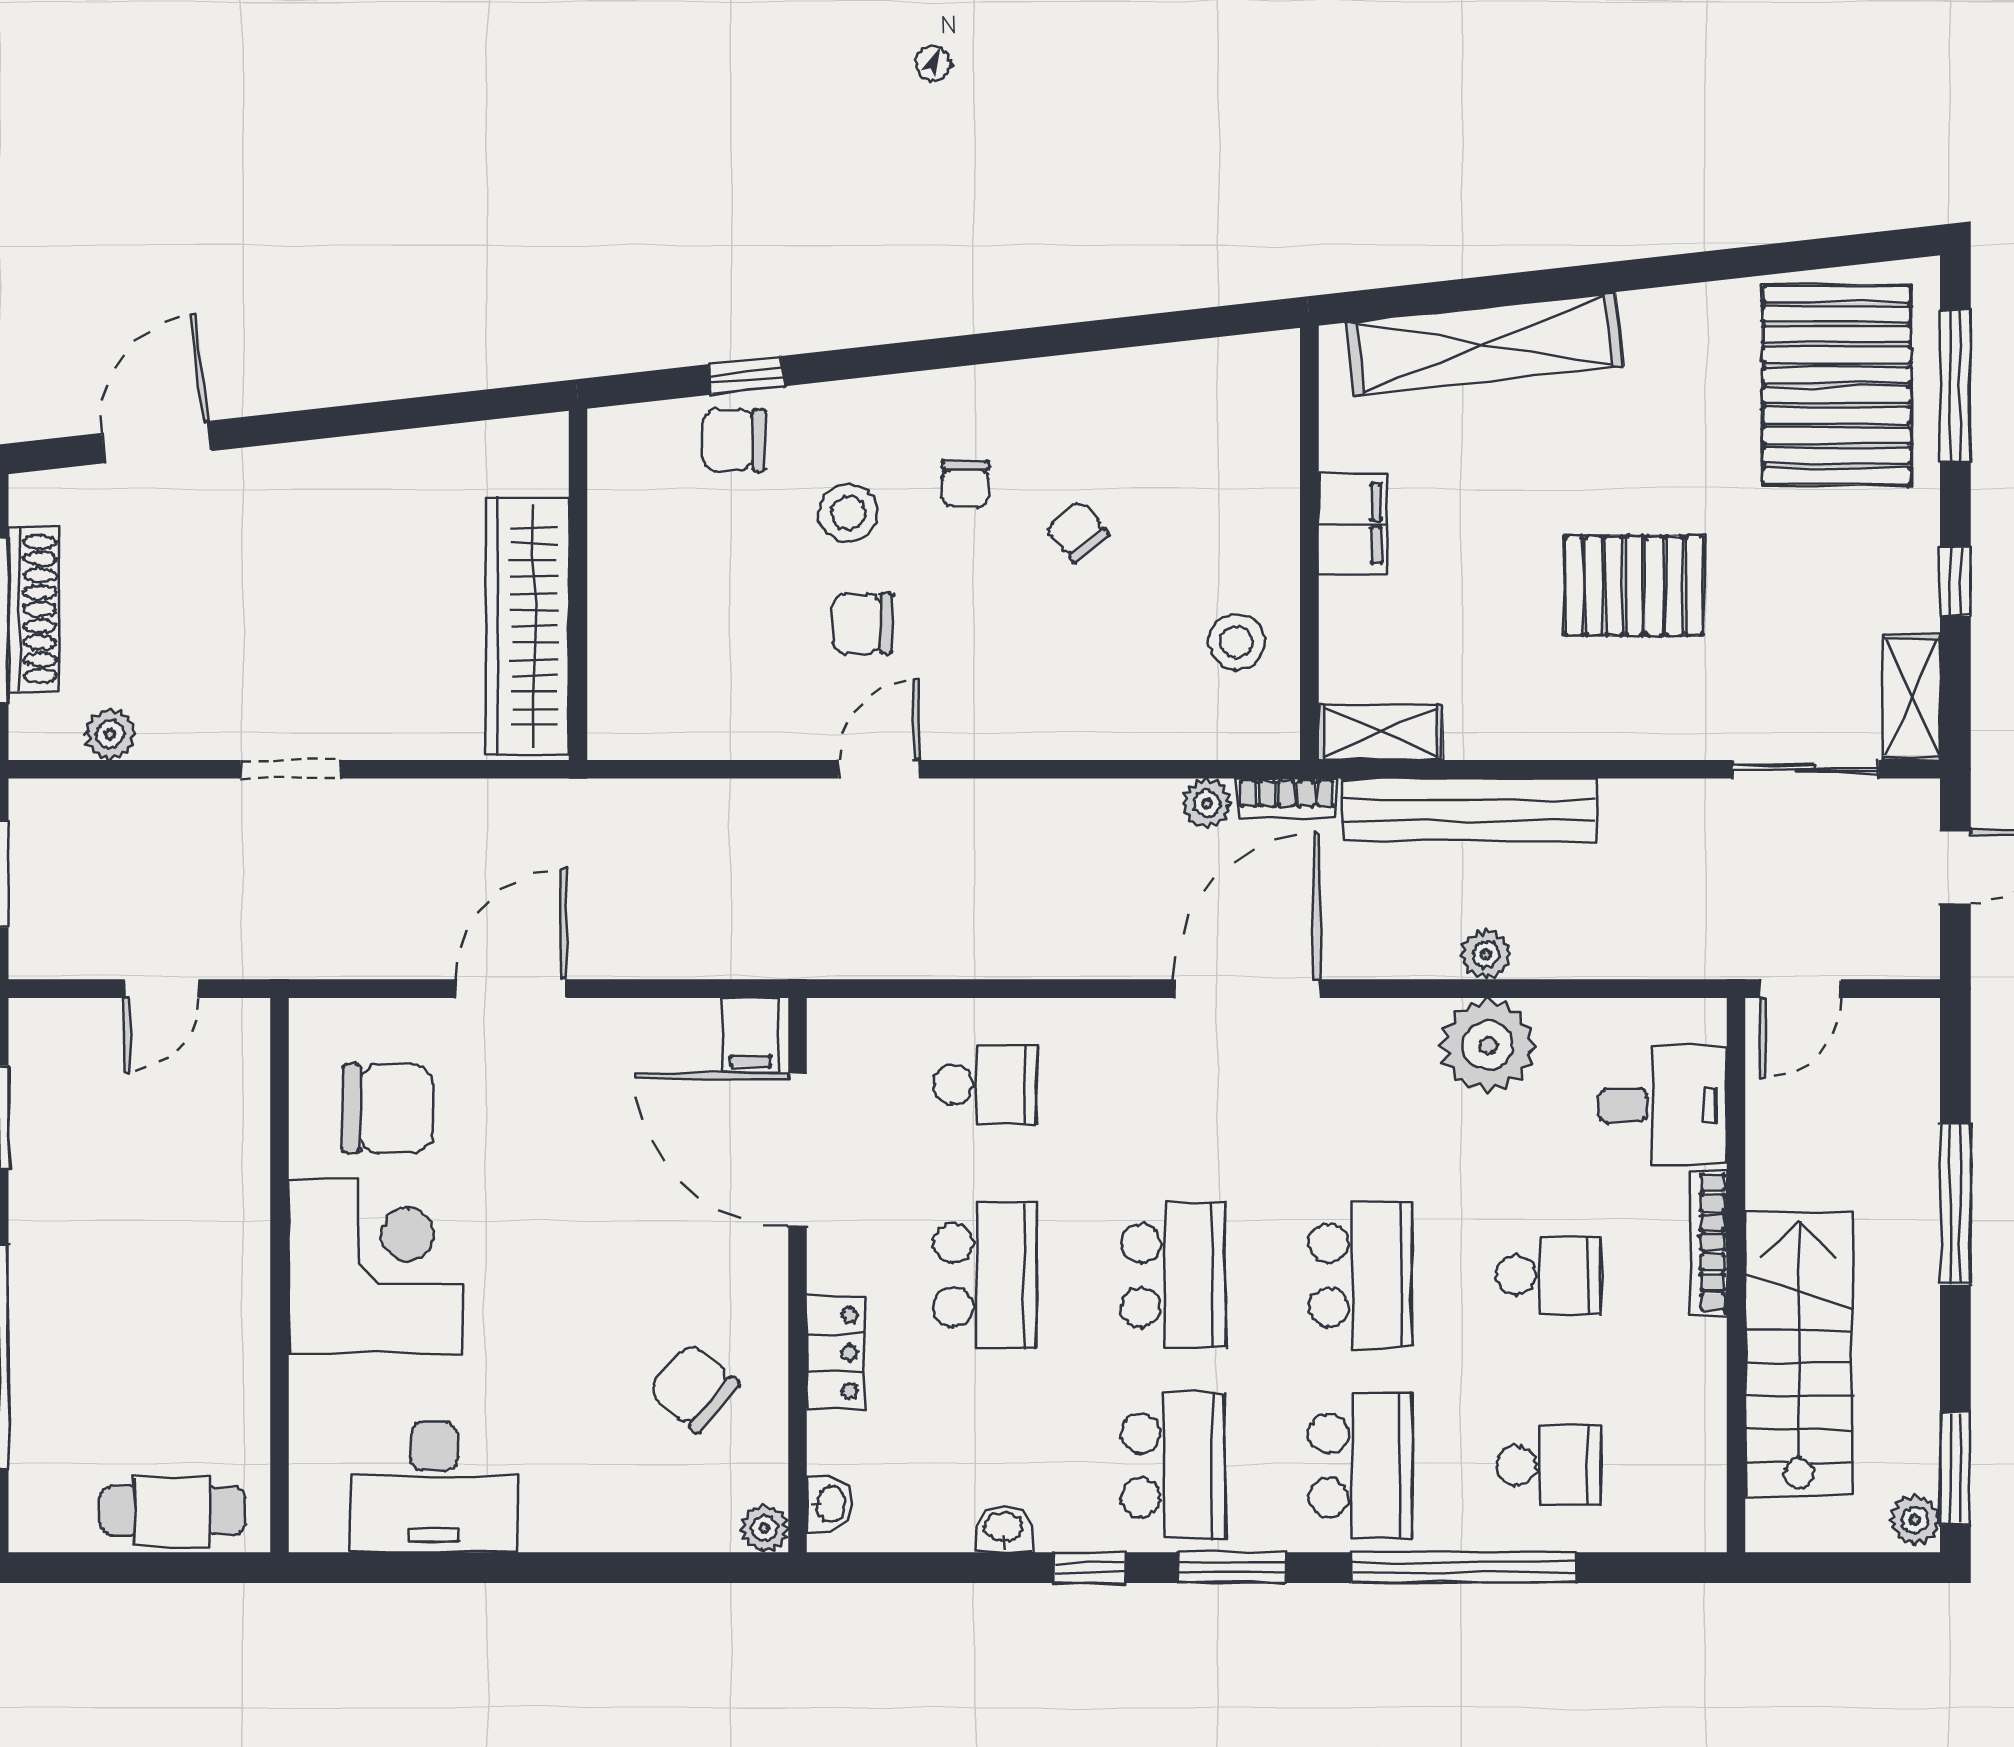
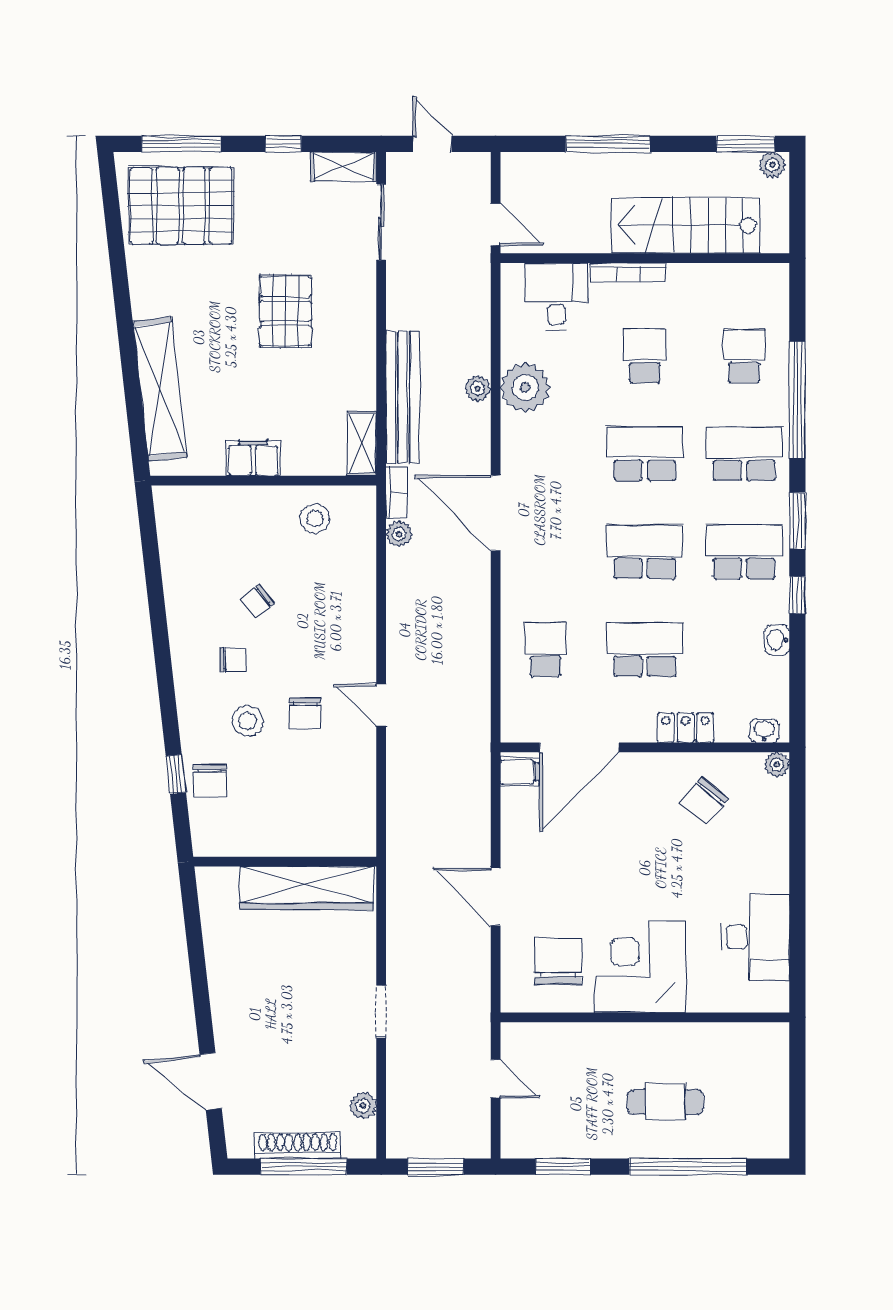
cafe table: (173, 1511) -> (665, 1102), moved, turned 90

